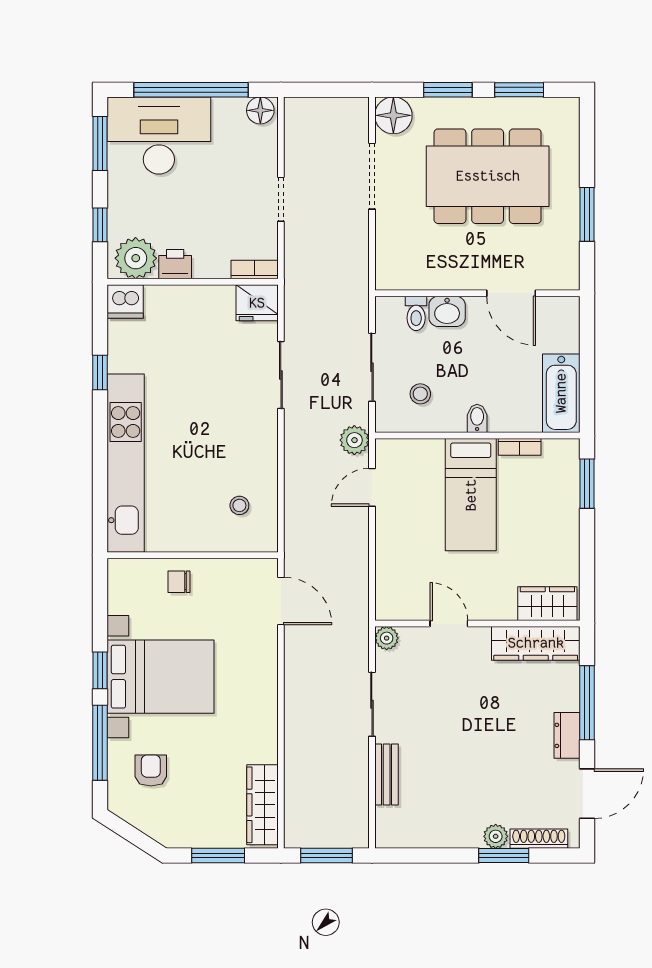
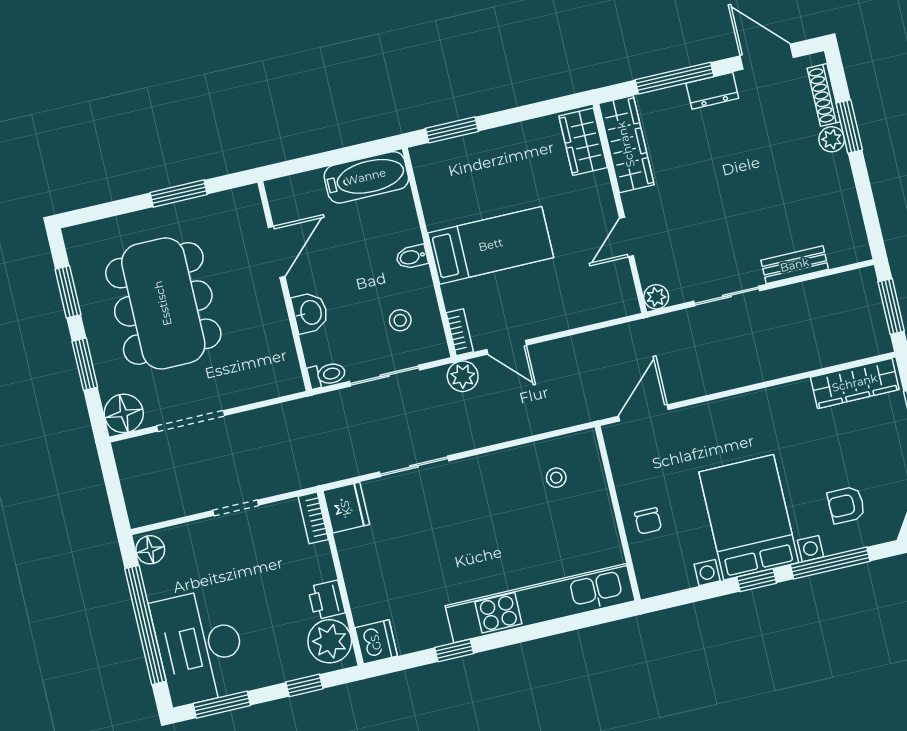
toilet: (416, 313) -> (327, 375), moved
bookcase: (520, 447) -> (460, 332), moved

